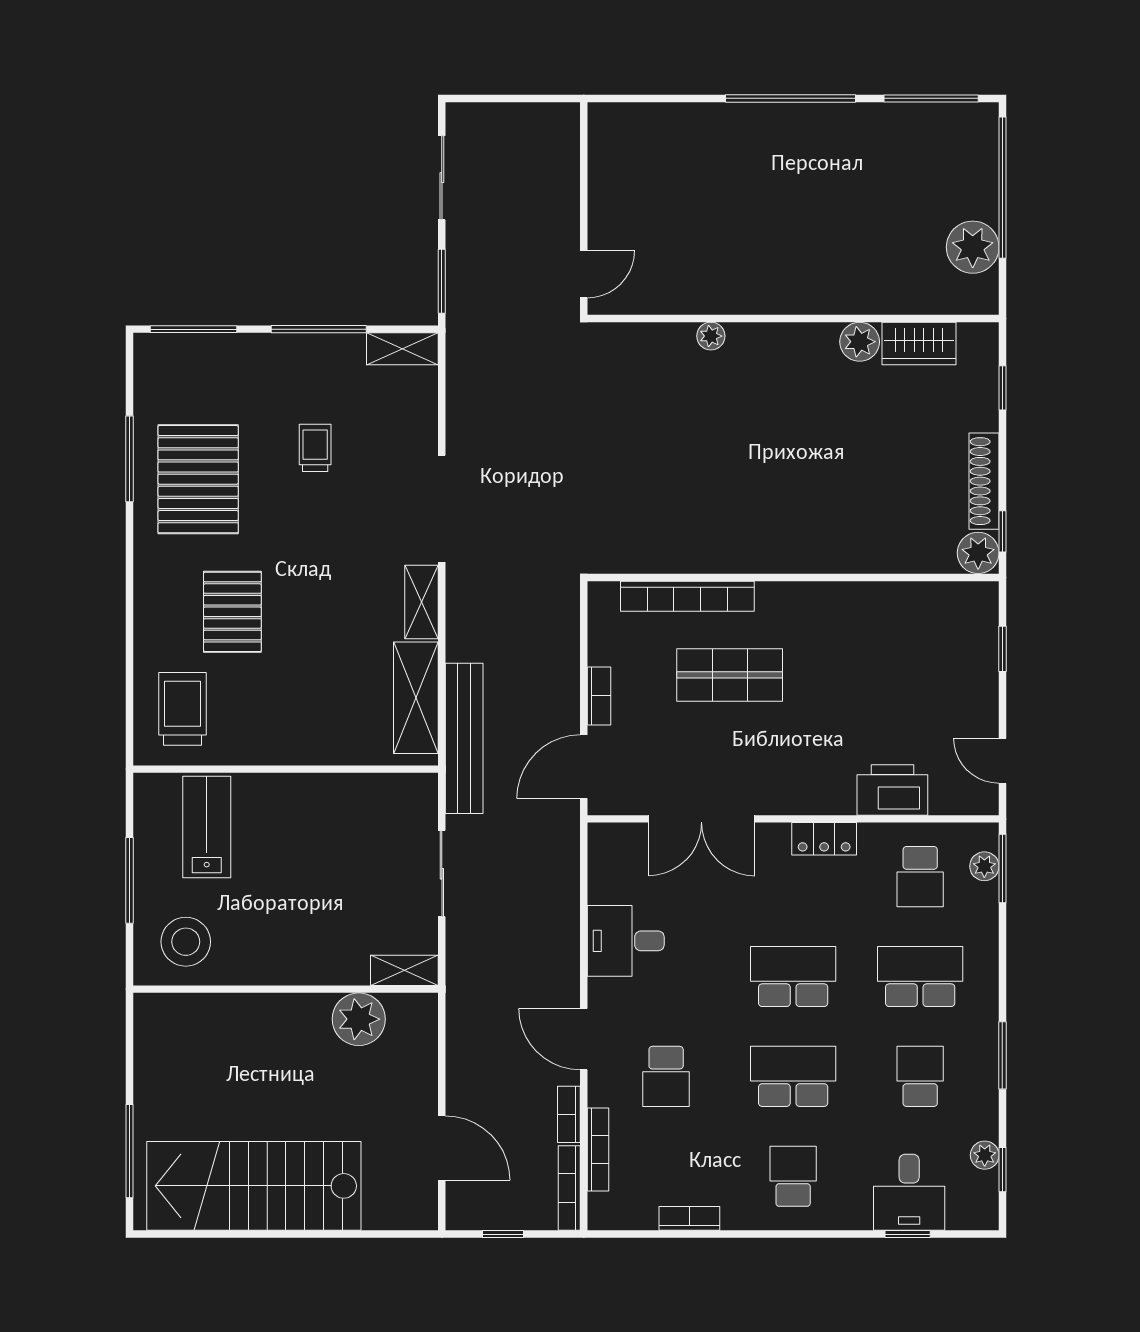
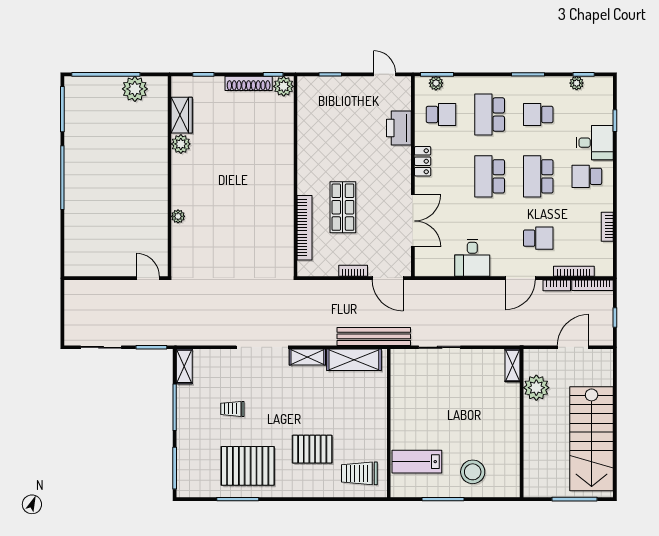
door: (1002, 761) -> (385, 74), swing flipped
shelving: (404, 970) -> (513, 365), moved
wall: (286, 989) -> (522, 423), moved
plant: (359, 1019) -> (536, 388), moved
desk: (909, 1192) -> (595, 143), moved

